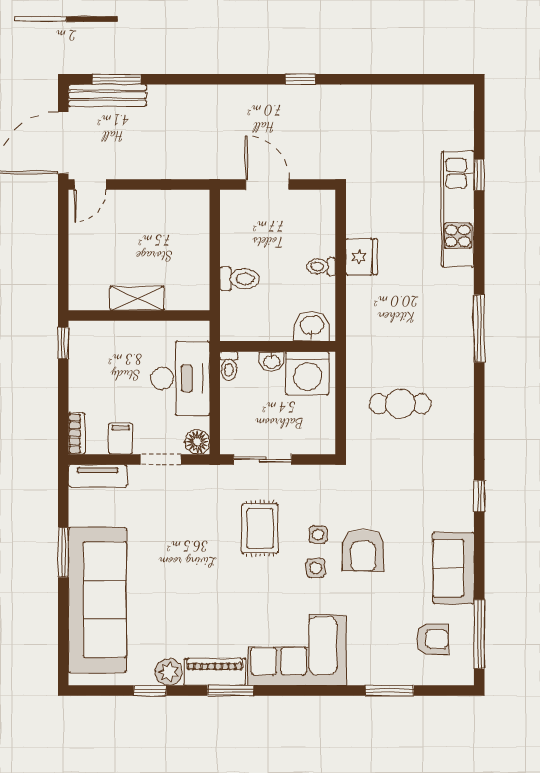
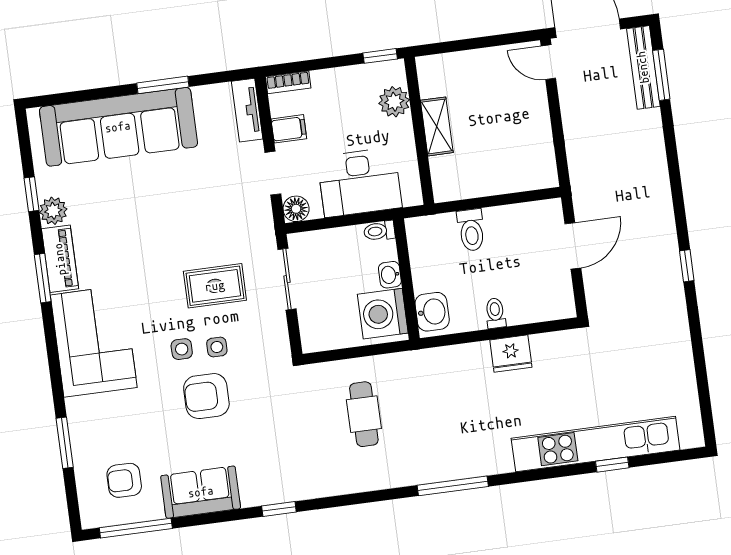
kitchen unit: (458, 209) -> (596, 444), width x1.36
plant: (108, 336) -> (394, 102), added
armchair: (433, 639) -> (124, 480), turned 90

